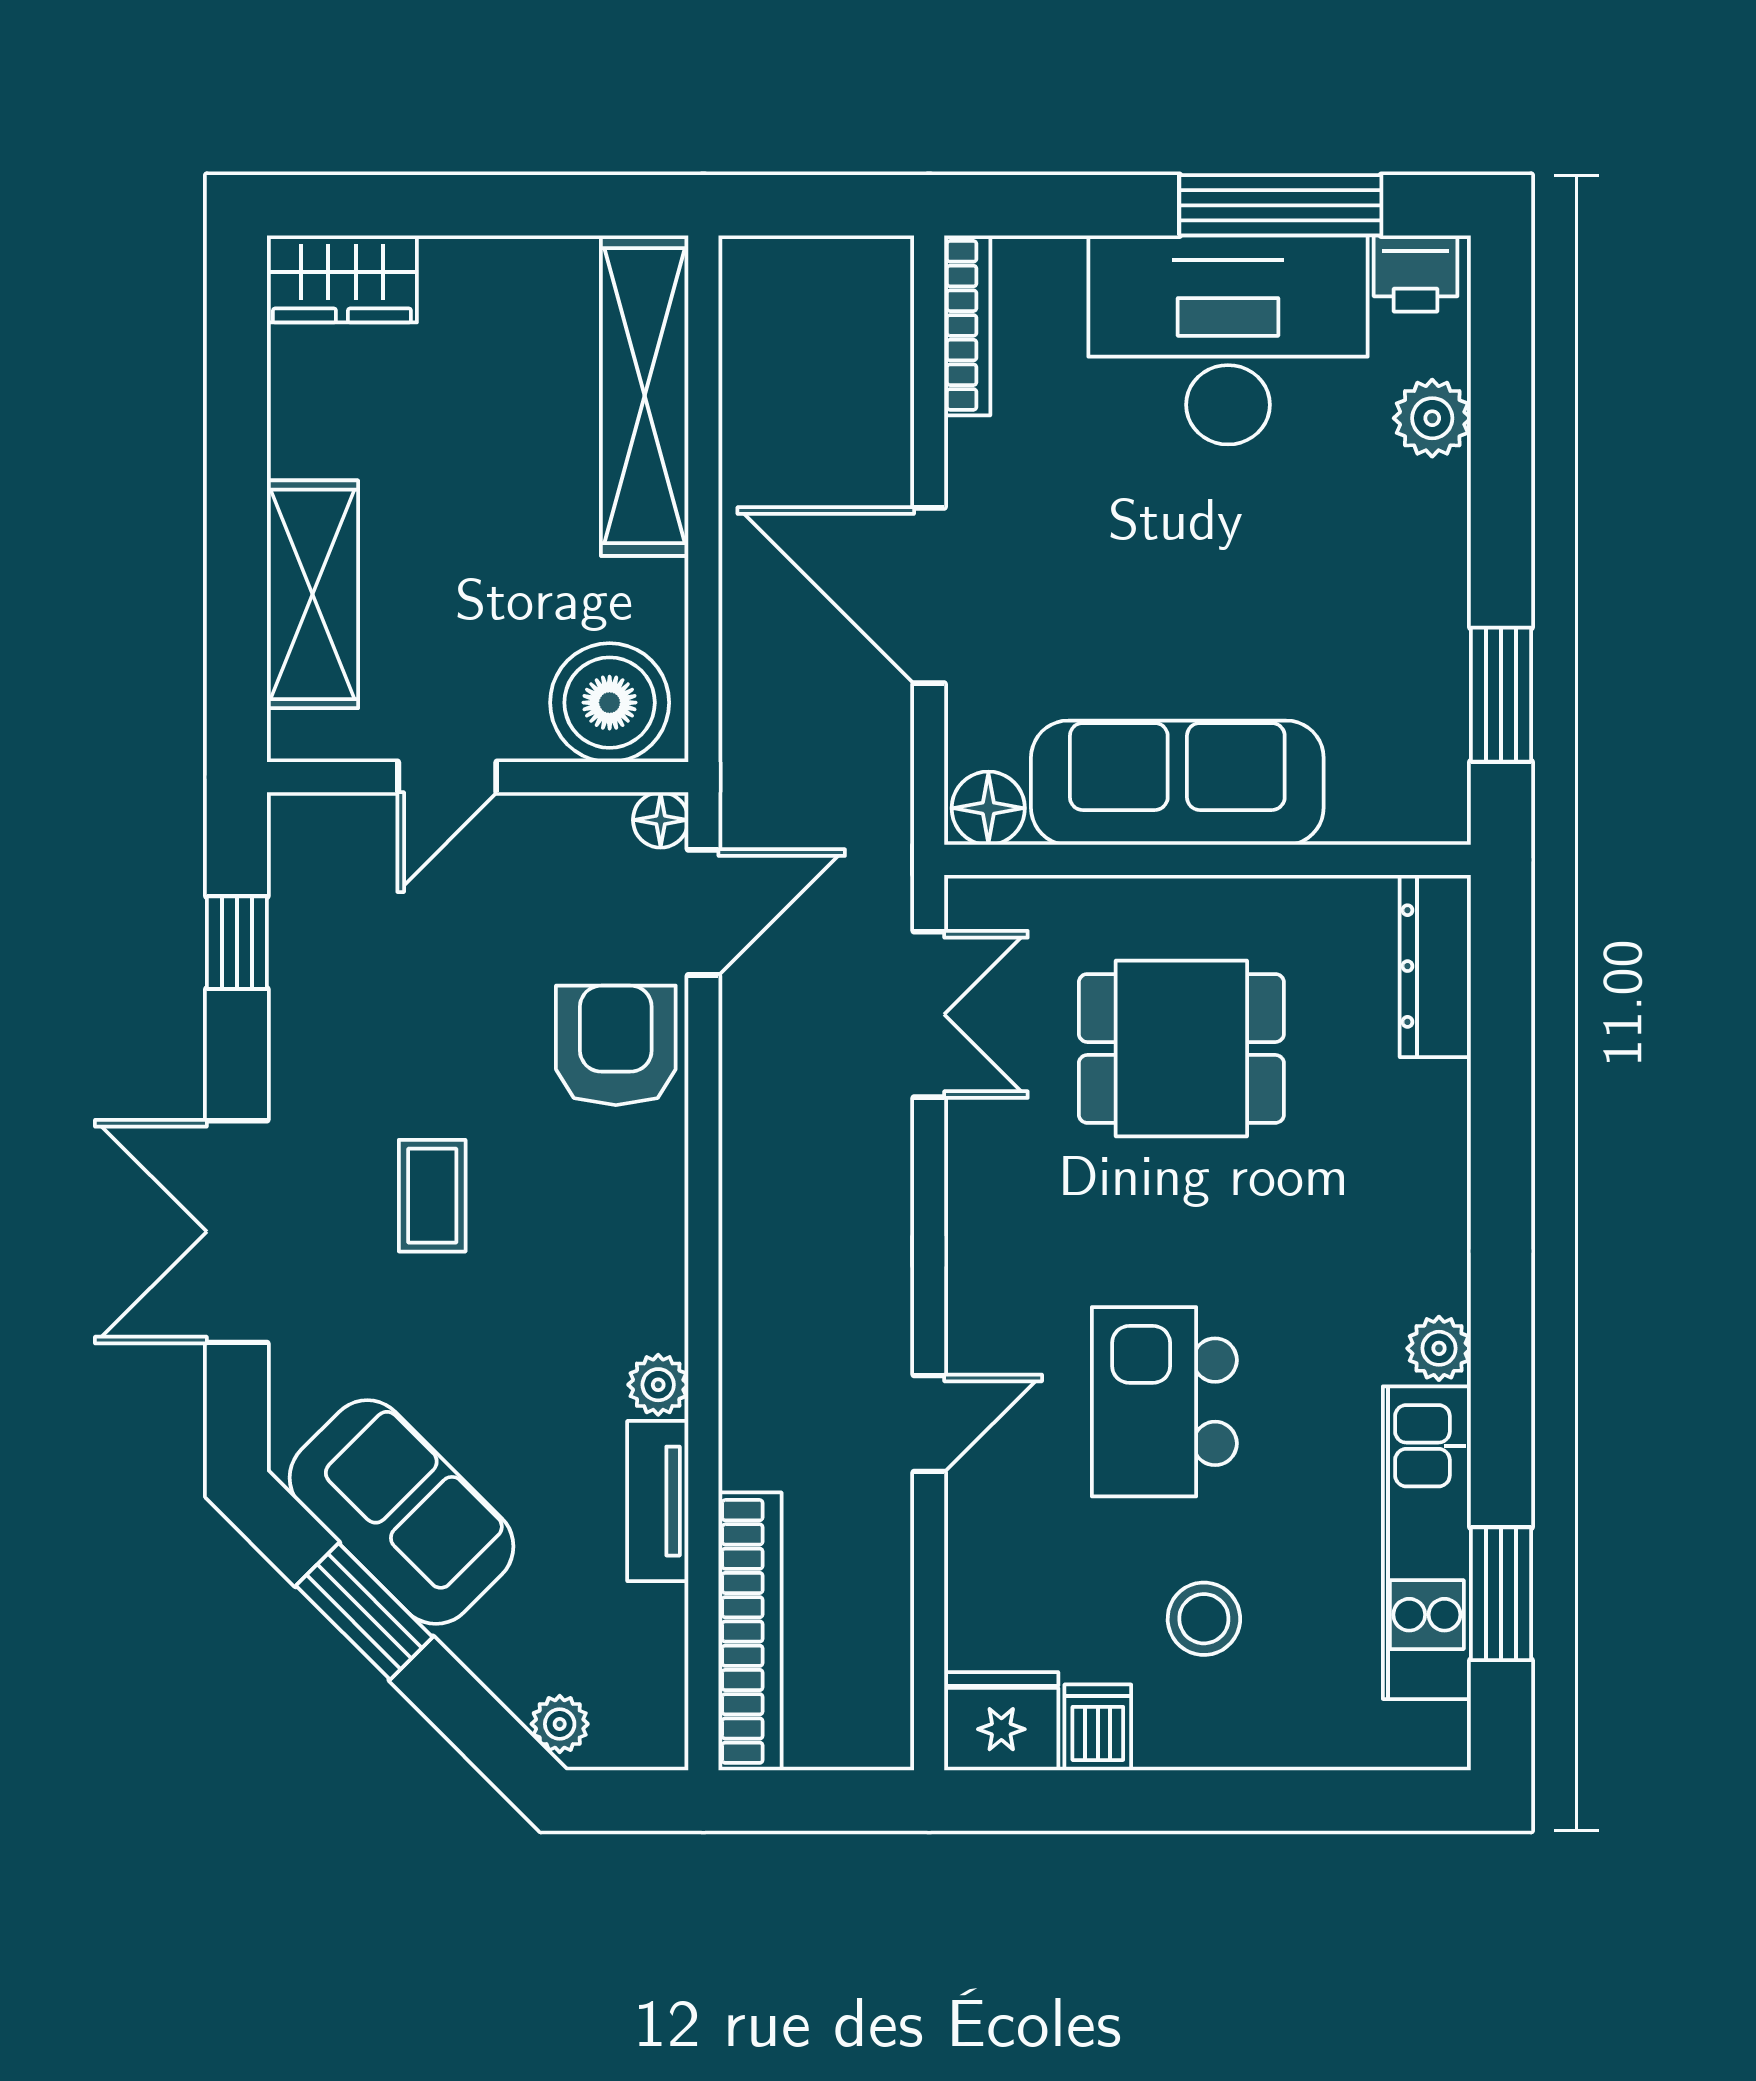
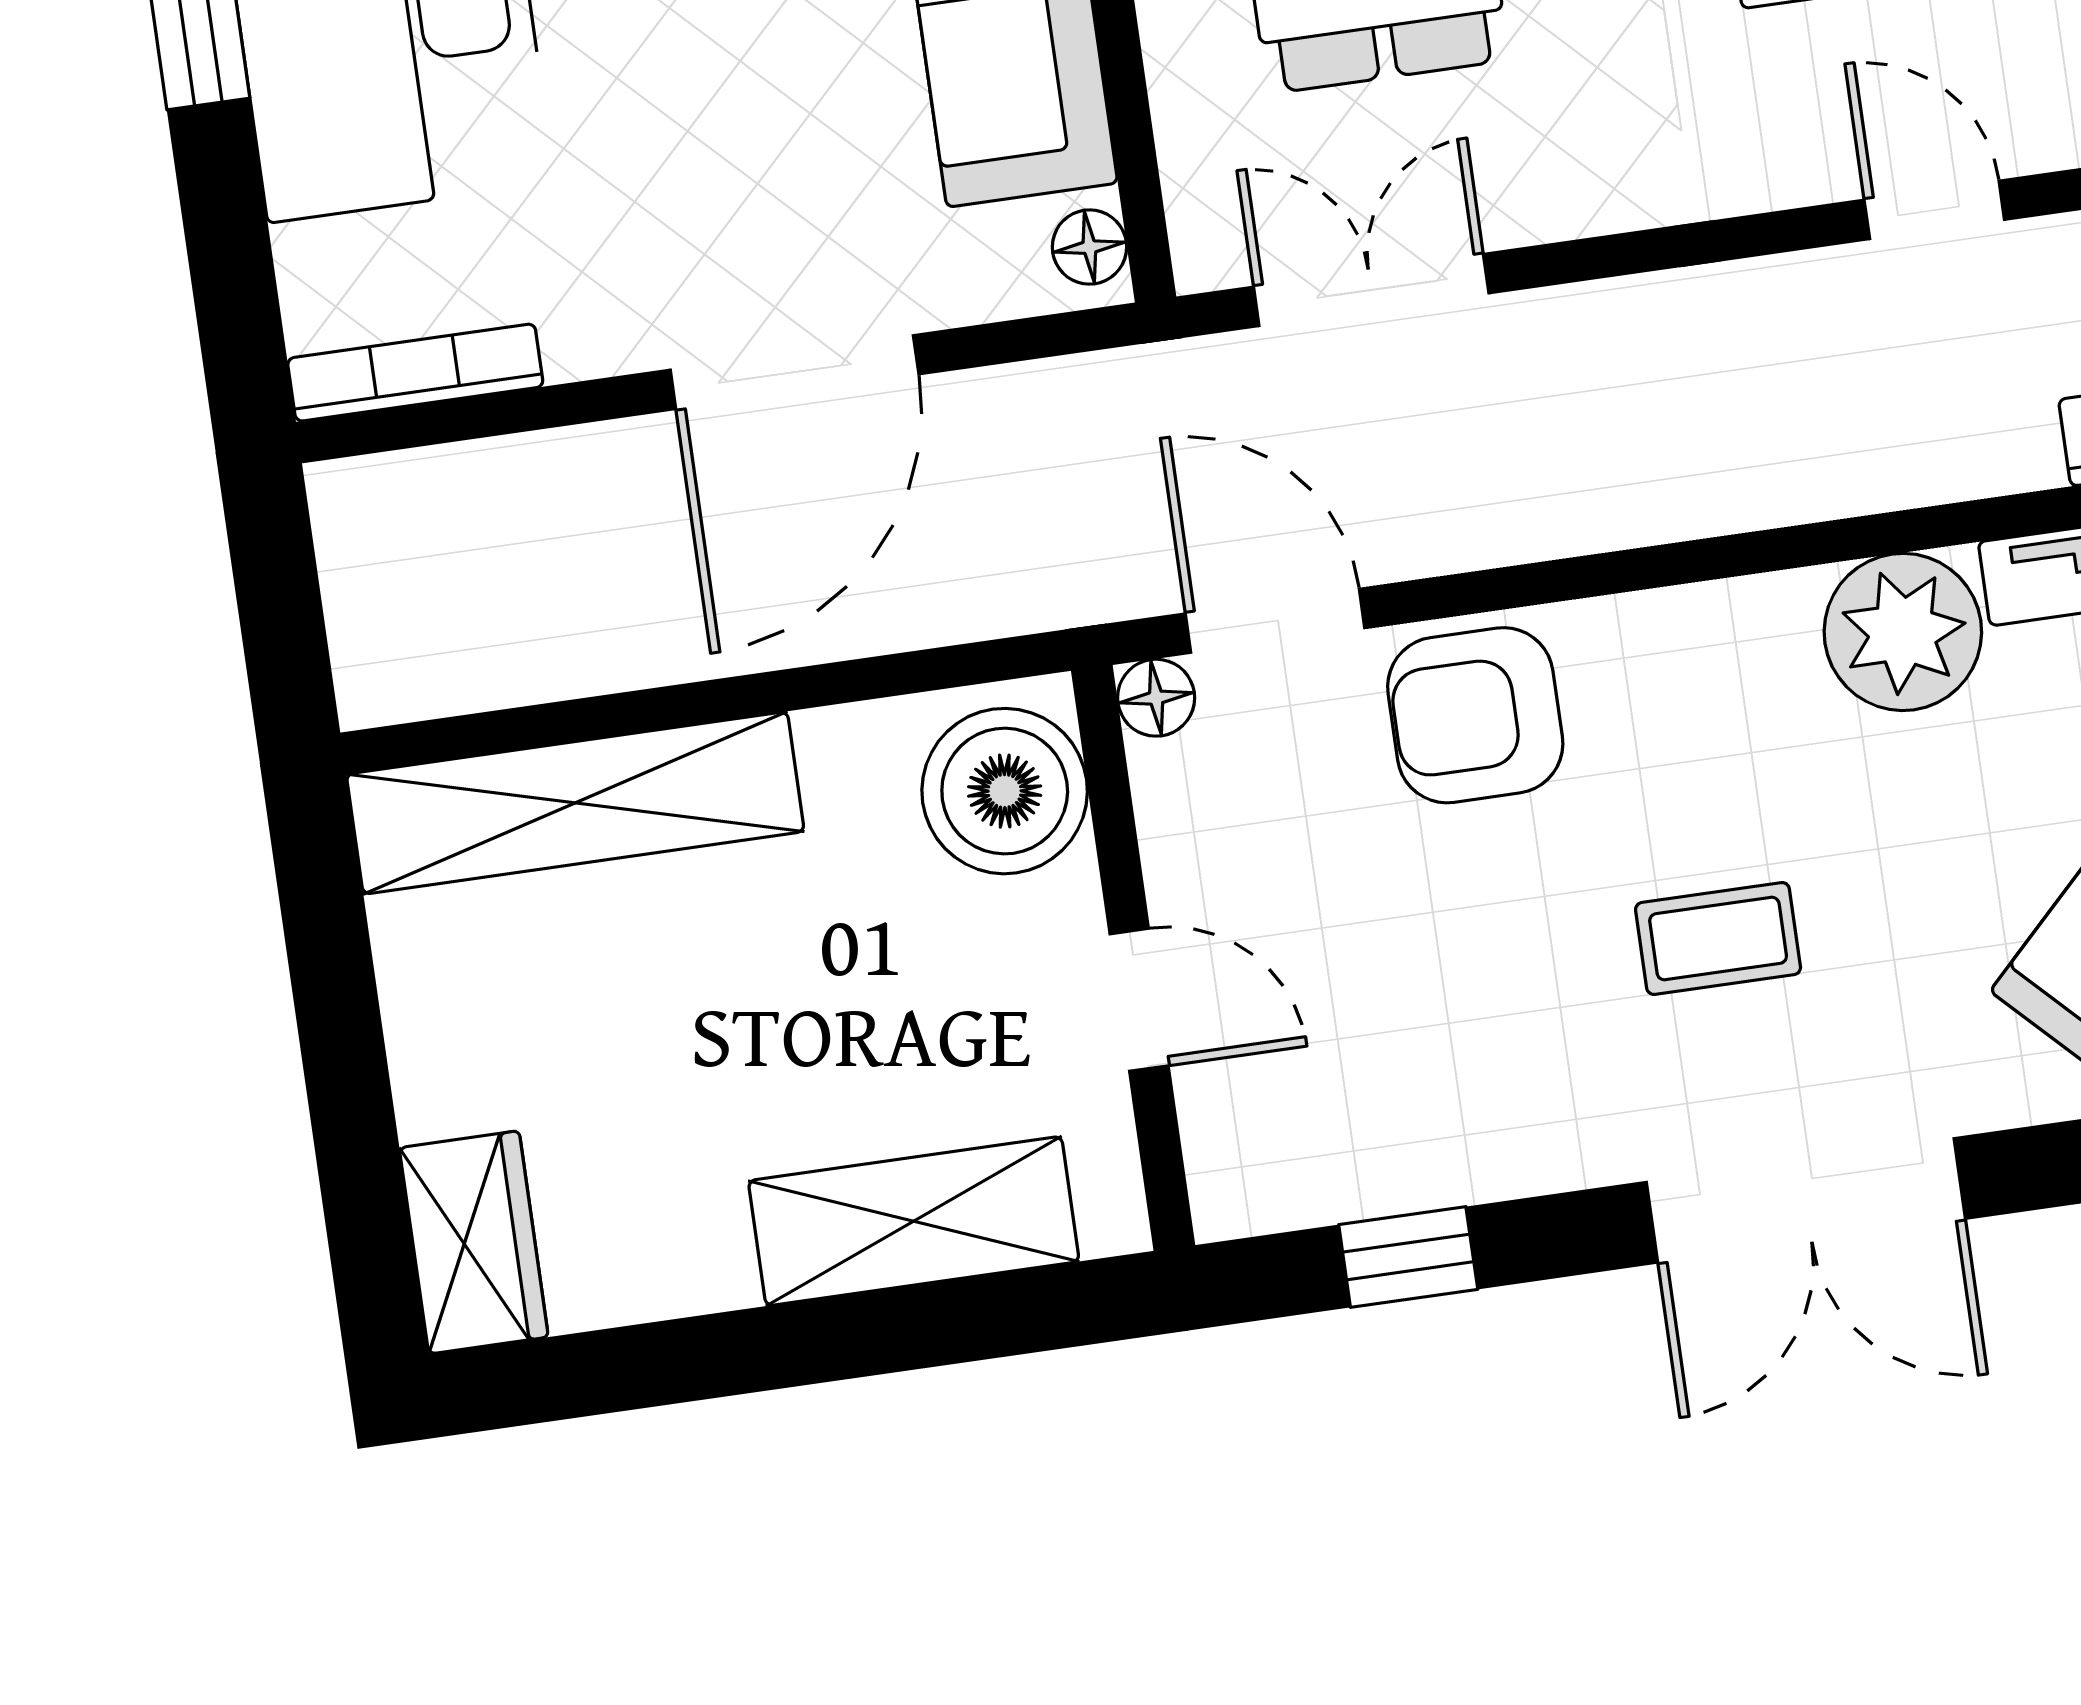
floor lamp: (988, 808) -> (1089, 247), width x0.73, depth x0.73
plant: (658, 1385) -> (1903, 632), width x1.88, depth x1.88

